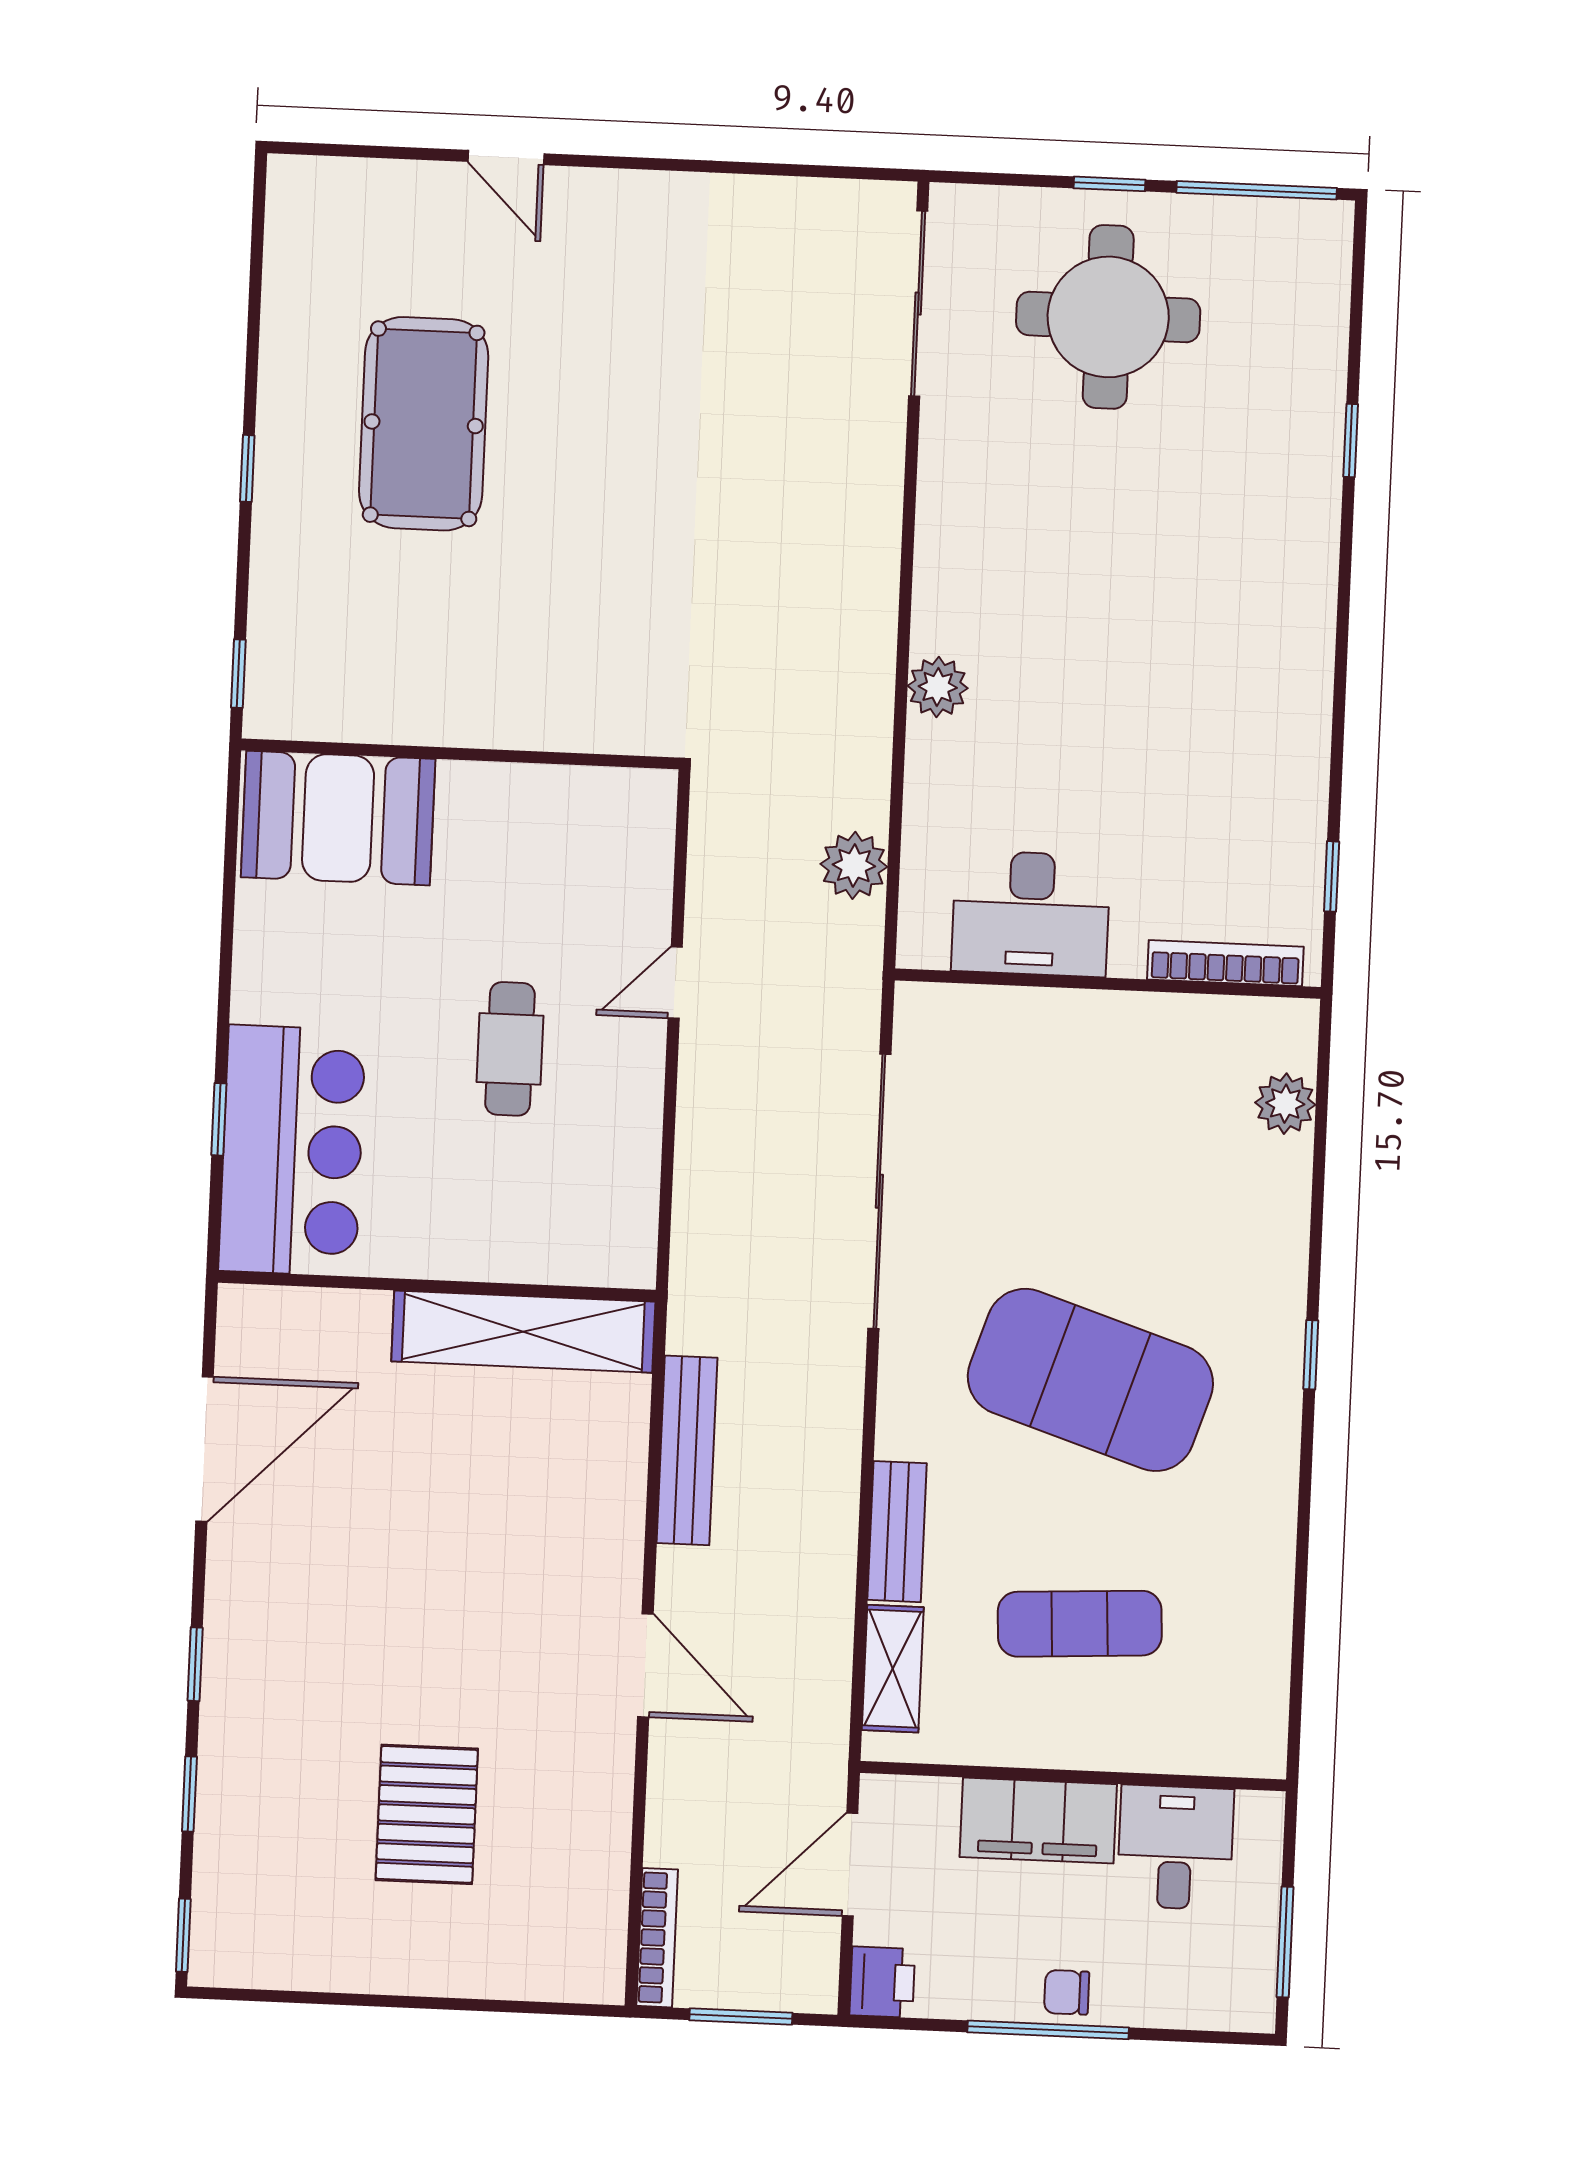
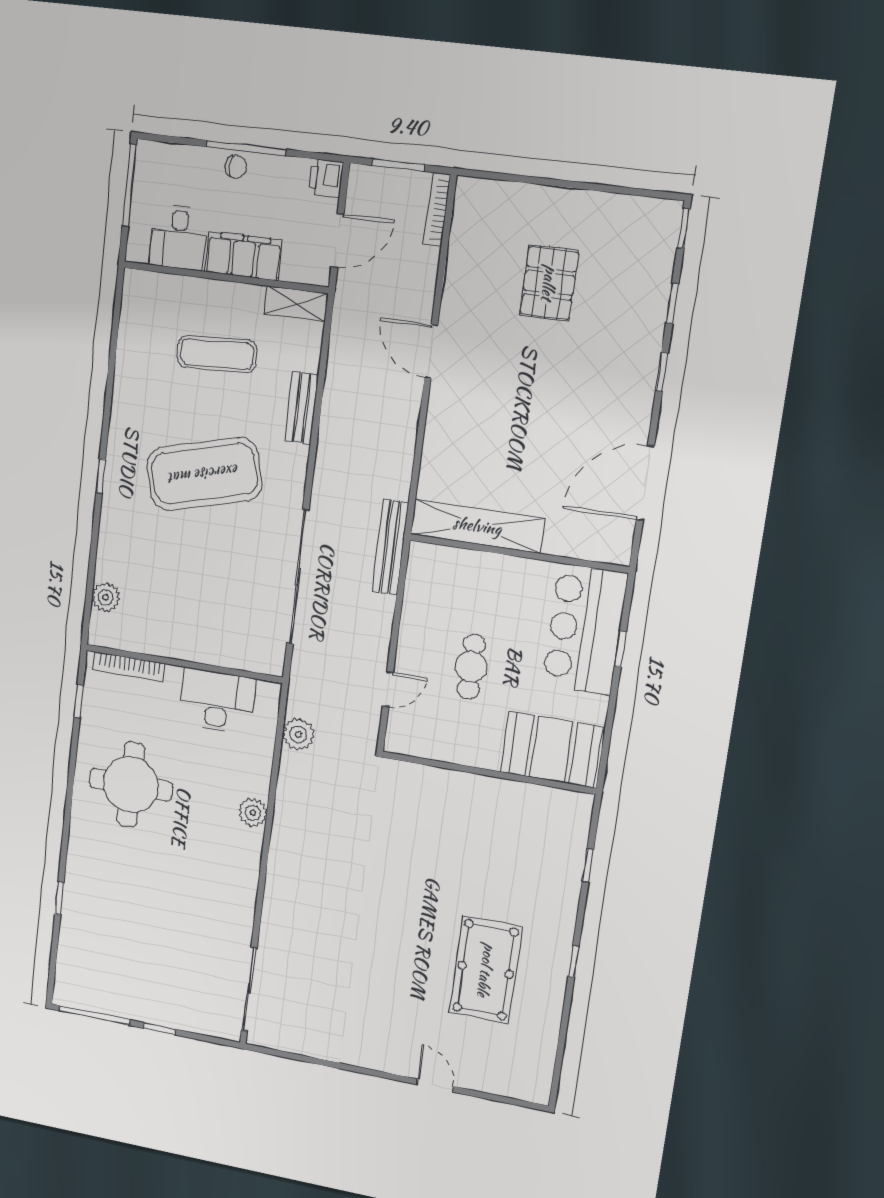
round table: (1108, 317) -> (131, 785), moved
wall: (460, 754) -> (488, 773), moved
booth: (338, 818) -> (551, 749), moved
exercise mat: (1090, 1380) -> (204, 474), turned -33
bench: (687, 1450) -> (390, 547), moved
shelving: (893, 1669) -> (296, 304), moved, turned 90
window: (1285, 1942) -> (129, 185), width x1.44

